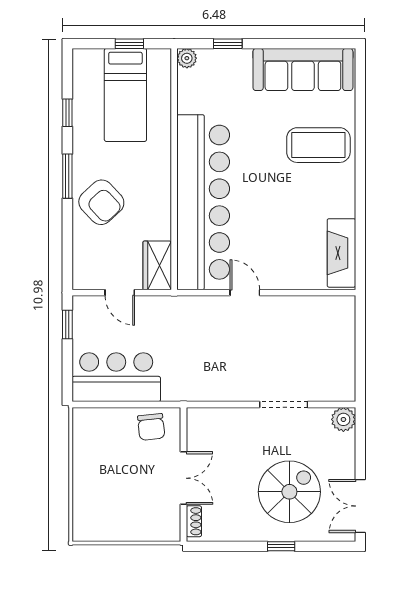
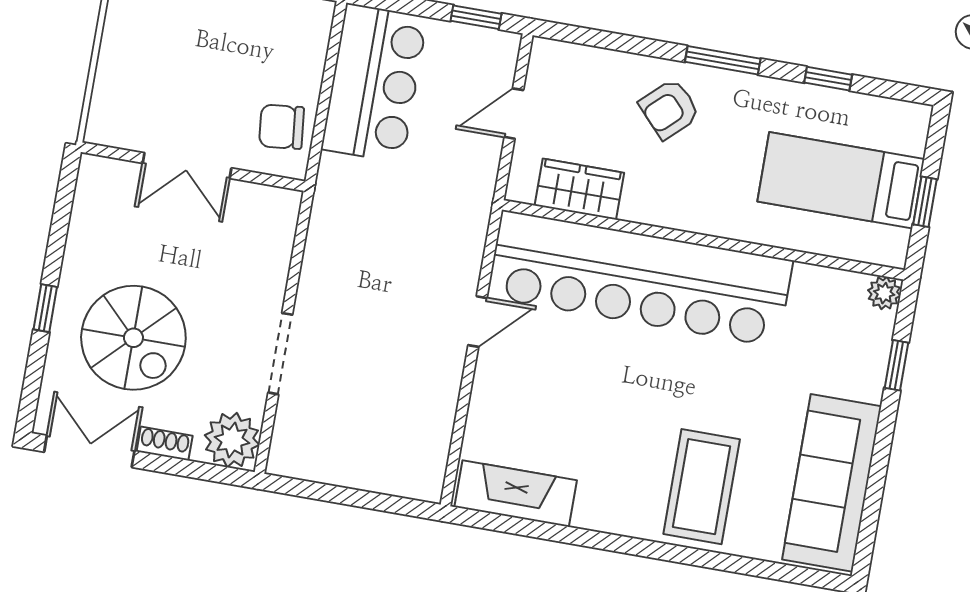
armchair: (101, 202) -> (669, 109), width x0.72, depth x0.72
wardrobe: (157, 265) -> (579, 189), moved
plant: (343, 419) -> (232, 440), width x1.36, depth x1.36
shoe rack: (194, 521) -> (165, 444), moved, turned 180

